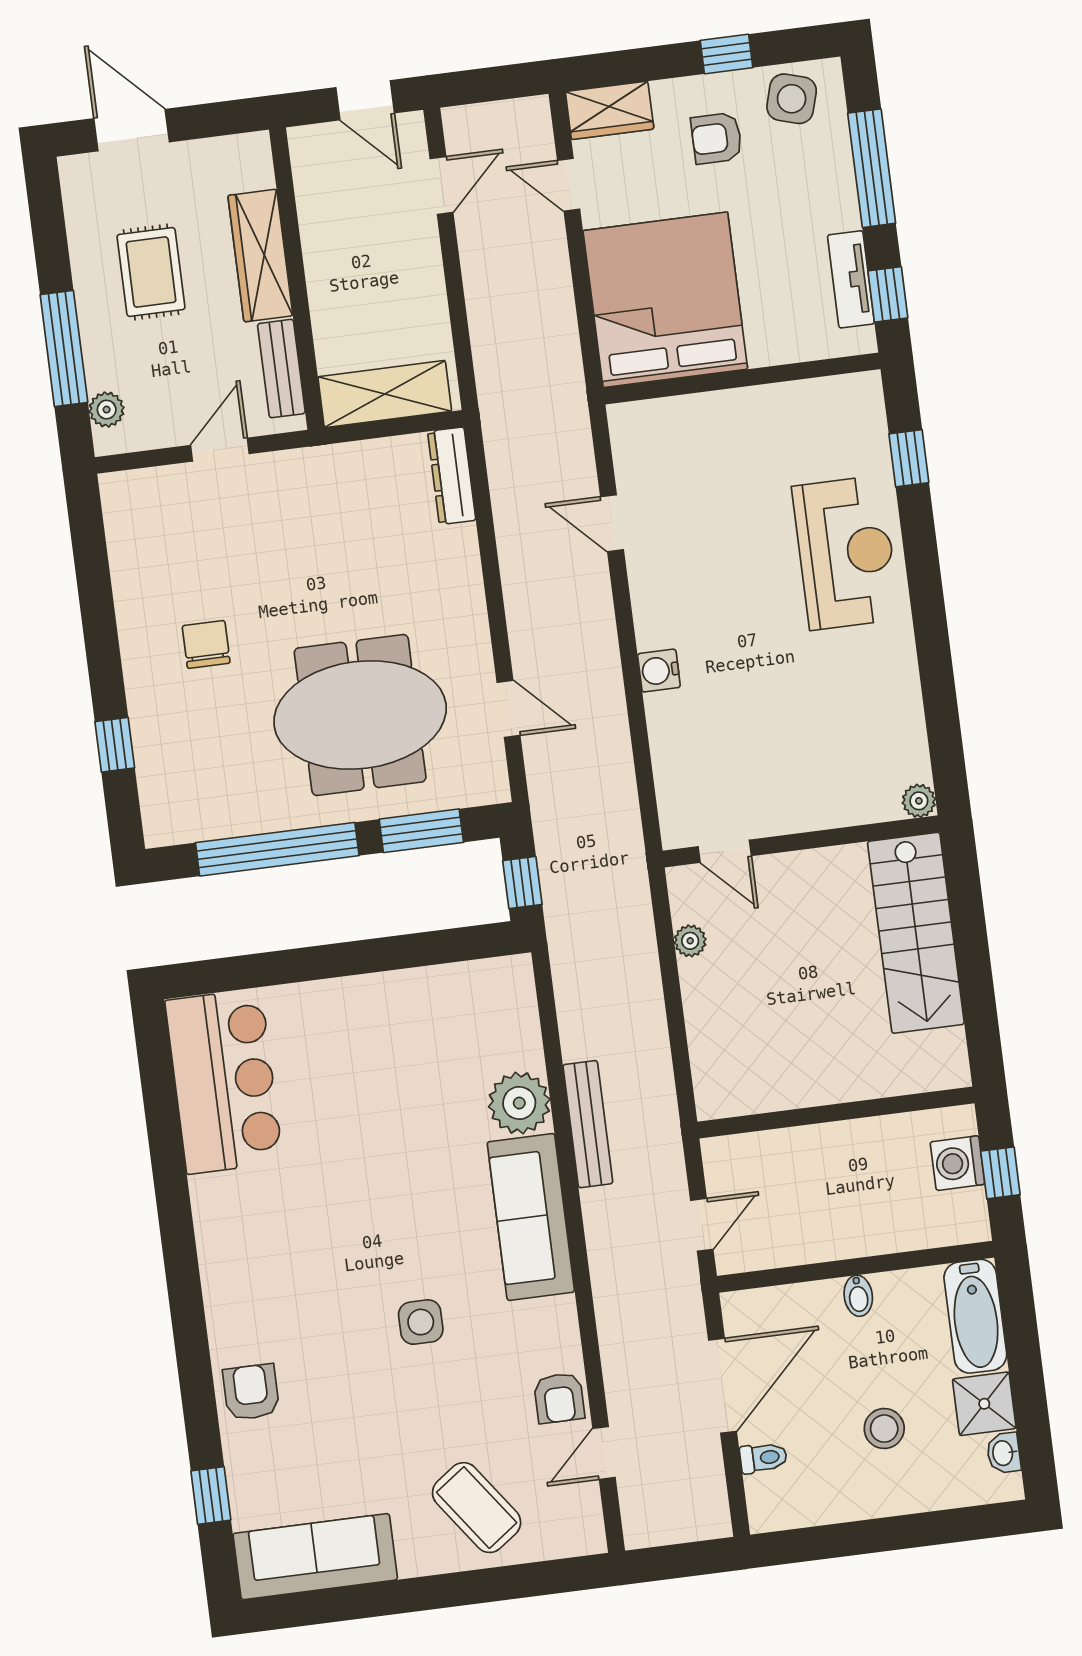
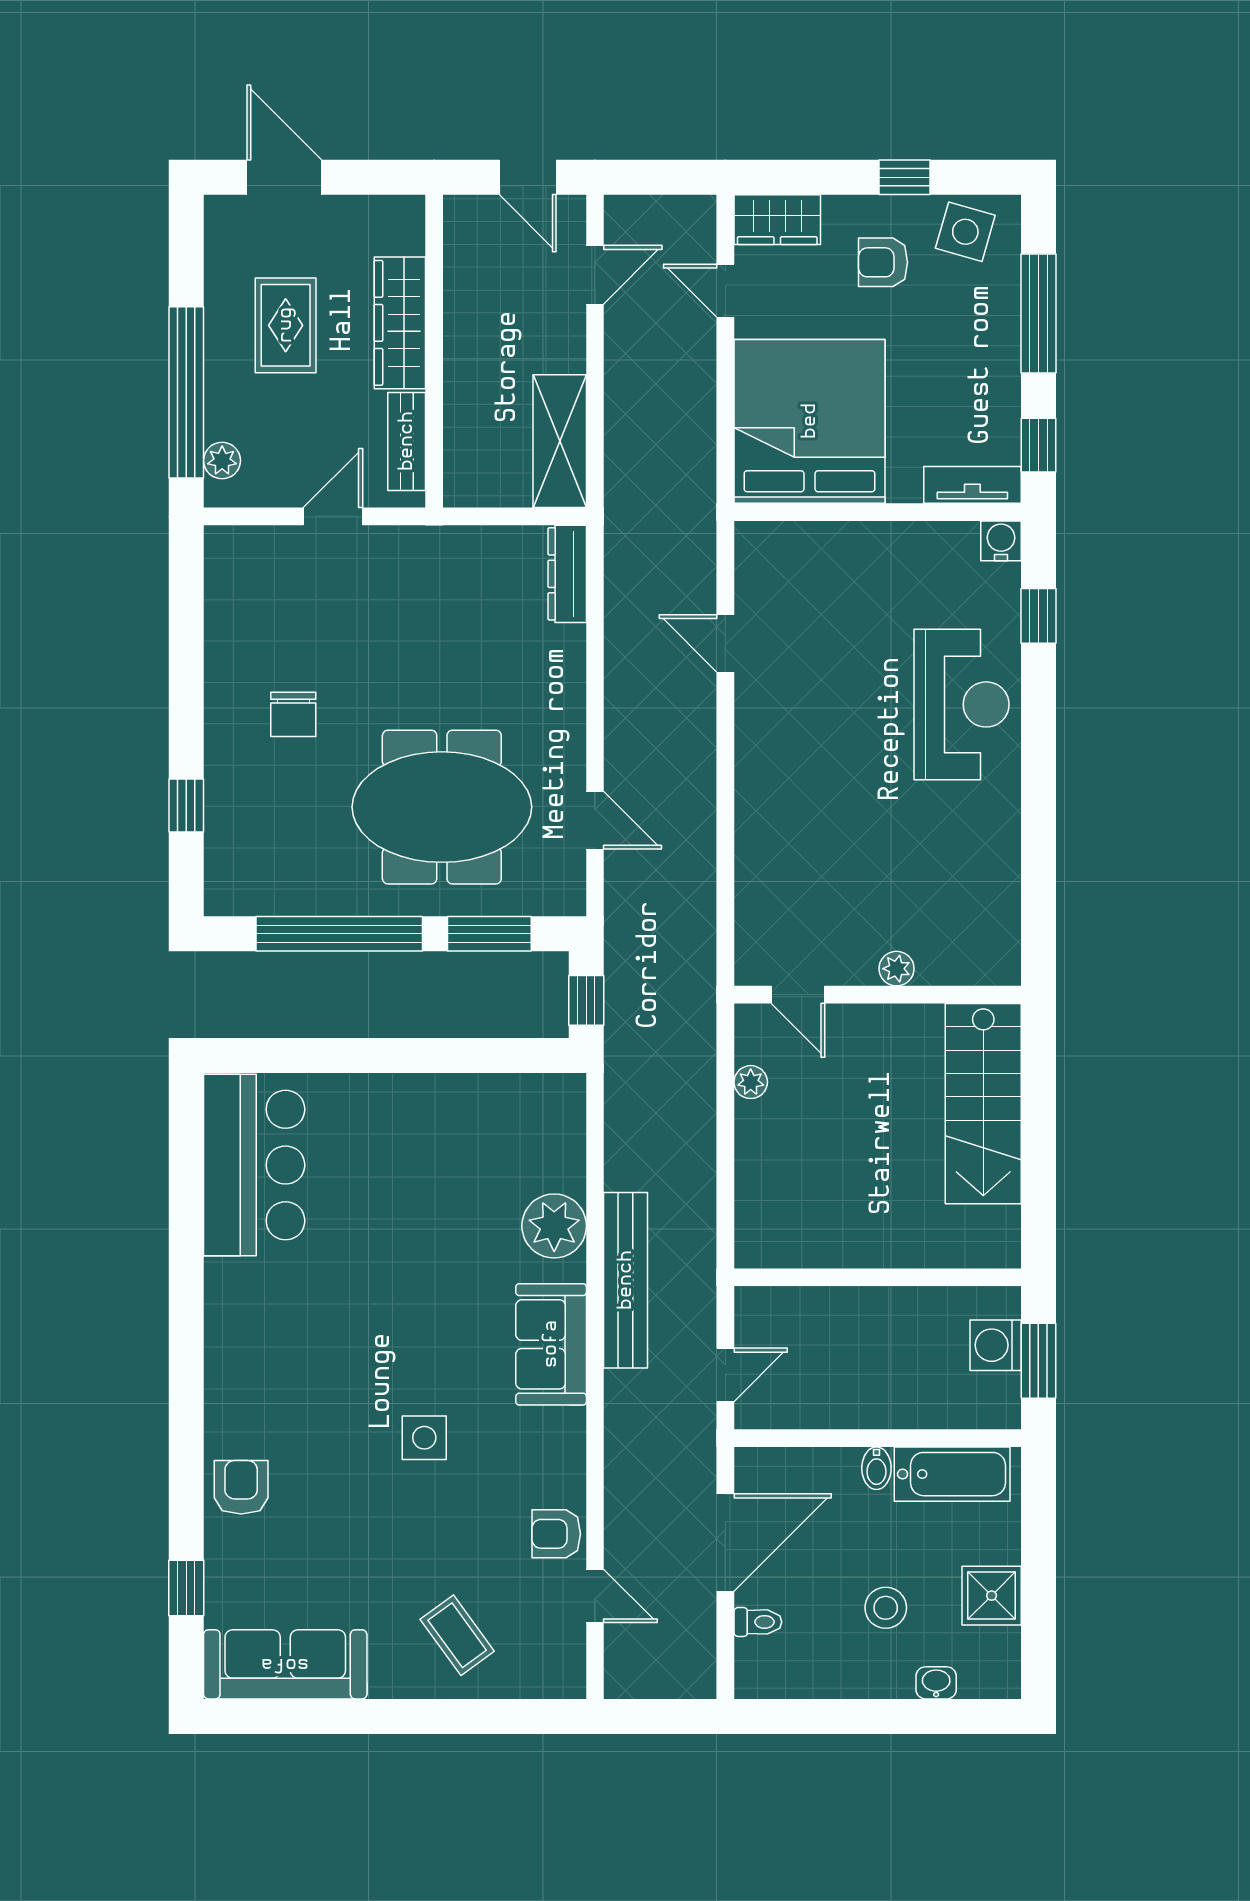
tv unit: (851, 279) -> (972, 485), moved, turned 90
window: (64, 349) -> (186, 392), width x1.46
shelving: (385, 394) -> (560, 441), moved, turned 90
chair: (206, 644) -> (293, 714), turned 180
water cooler: (659, 671) -> (1001, 541), moved, turned 90
plant: (919, 801) -> (897, 969), moved
bench: (588, 1124) -> (626, 1280), width x1.37, depth x1.21
window: (1000, 1173) -> (1038, 1361), width x1.50
sofa: (531, 1217) -> (551, 1344), width x0.73
bathtub: (975, 1316) -> (952, 1474), moved, turned -90
armchair: (559, 1398) -> (556, 1534), turned 90
door: (604, 1453) -> (595, 1596), swing flipped
washbasin: (1004, 1453) -> (936, 1683), moved, turned 90
coffee table: (477, 1508) -> (457, 1635), width x0.73, depth x0.77

